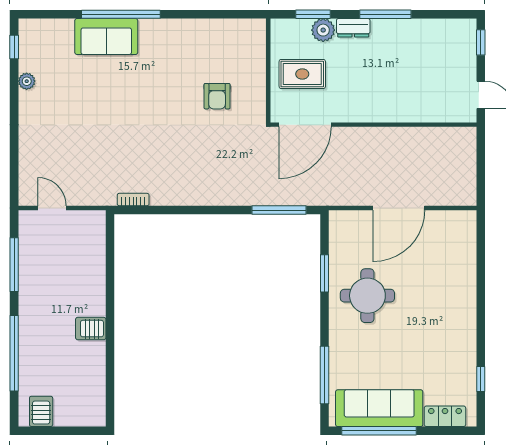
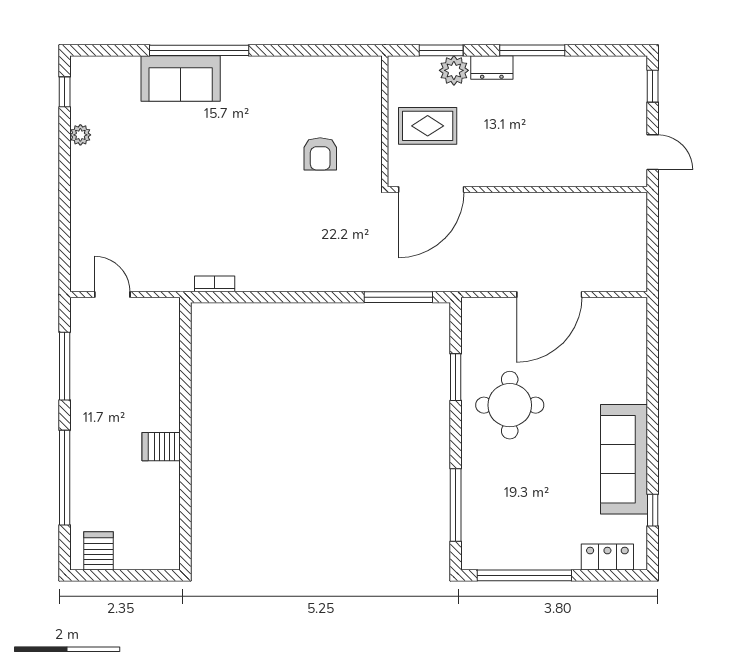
sofa: (379, 408) -> (624, 459), moved, turned -90

